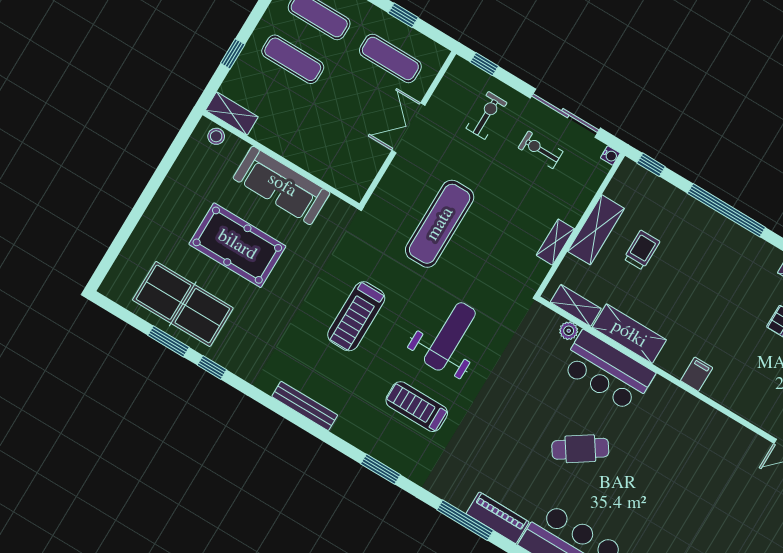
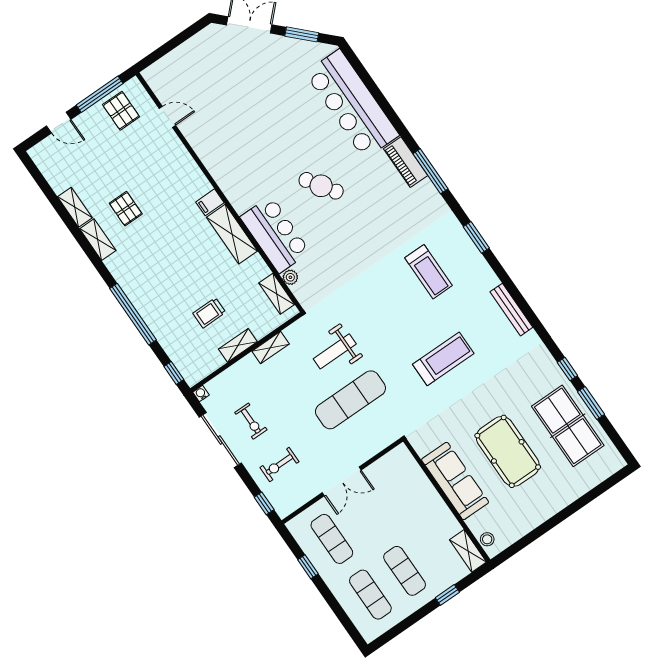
shelving: (596, 230) -> (238, 345), width x0.67, depth x0.75
shelving: (629, 334) -> (232, 234), moved
weight bench: (450, 336) -> (335, 351), moved, width x0.73, depth x0.75

